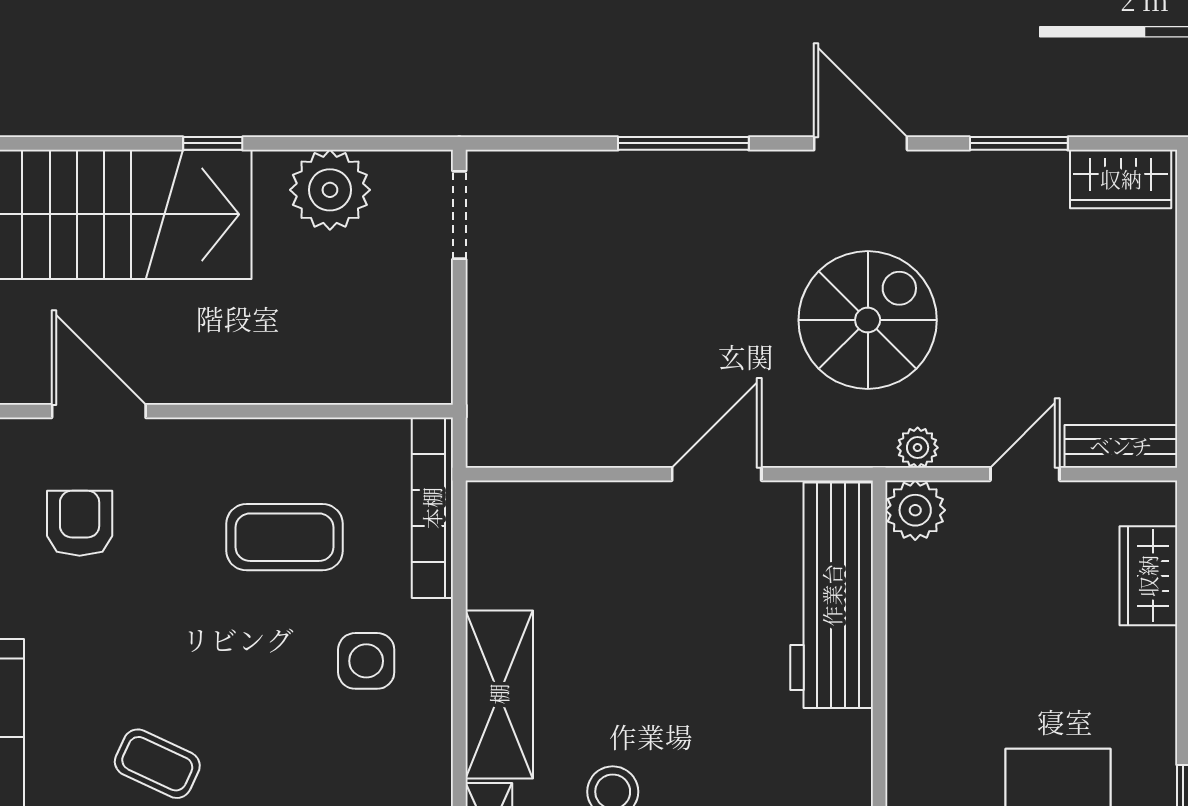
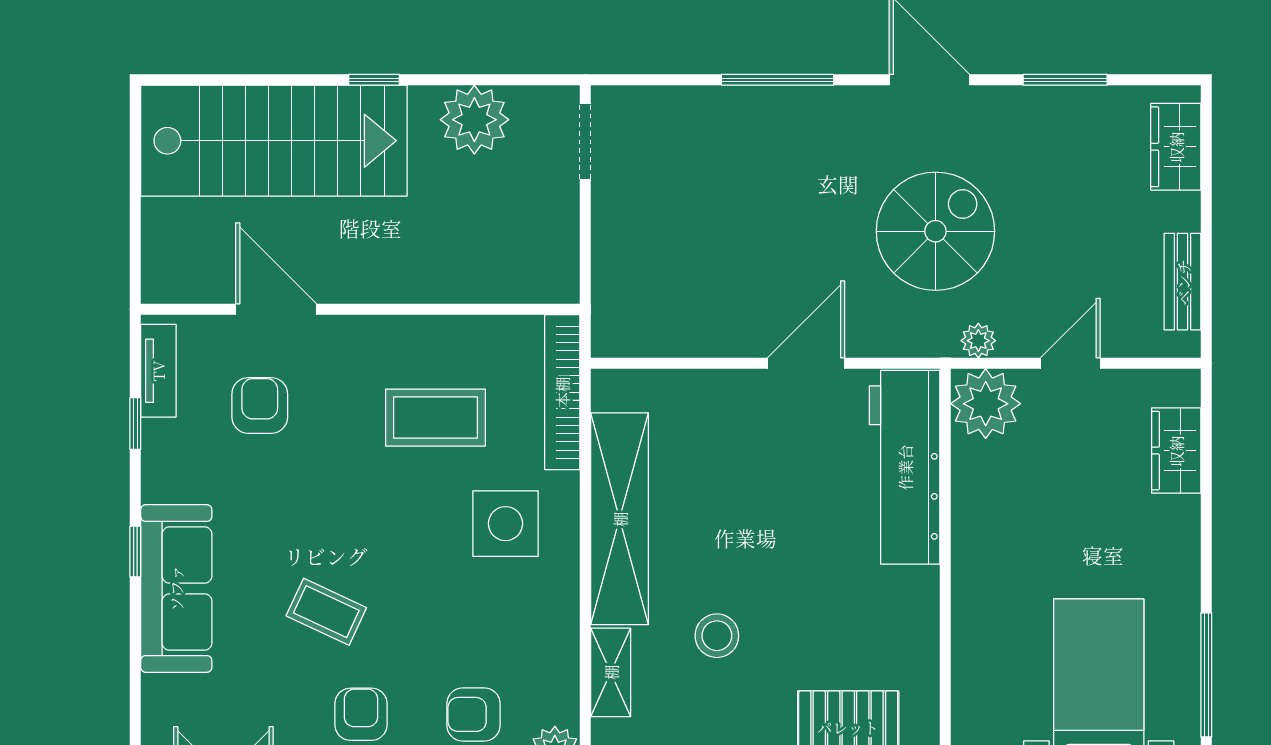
wardrobe: (1121, 179) -> (1176, 147), moved, turned 90
bench: (1121, 446) -> (1183, 282), moved, turned 90
plant: (915, 510) -> (986, 404), width x1.36, depth x1.36
side table: (366, 661) -> (506, 524), width x1.37, depth x1.37
shelving: (499, 694) -> (620, 519), width x1.47

